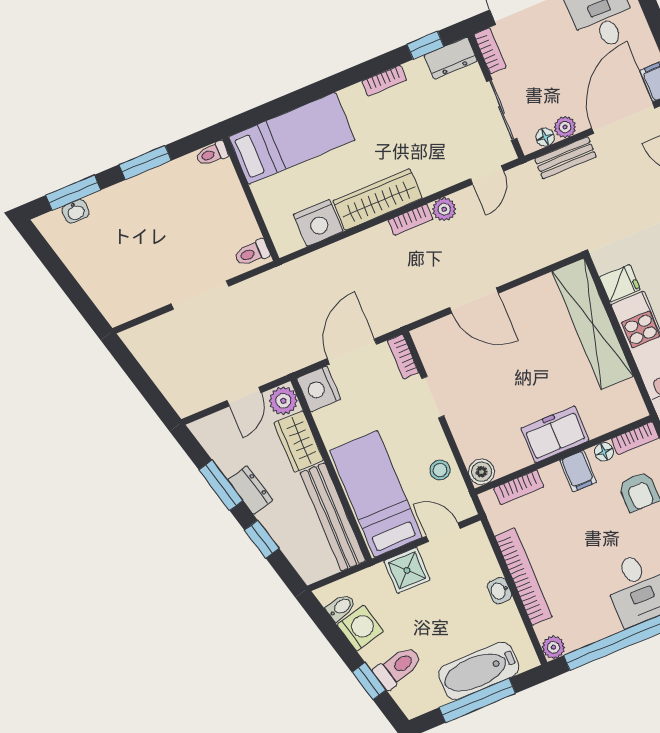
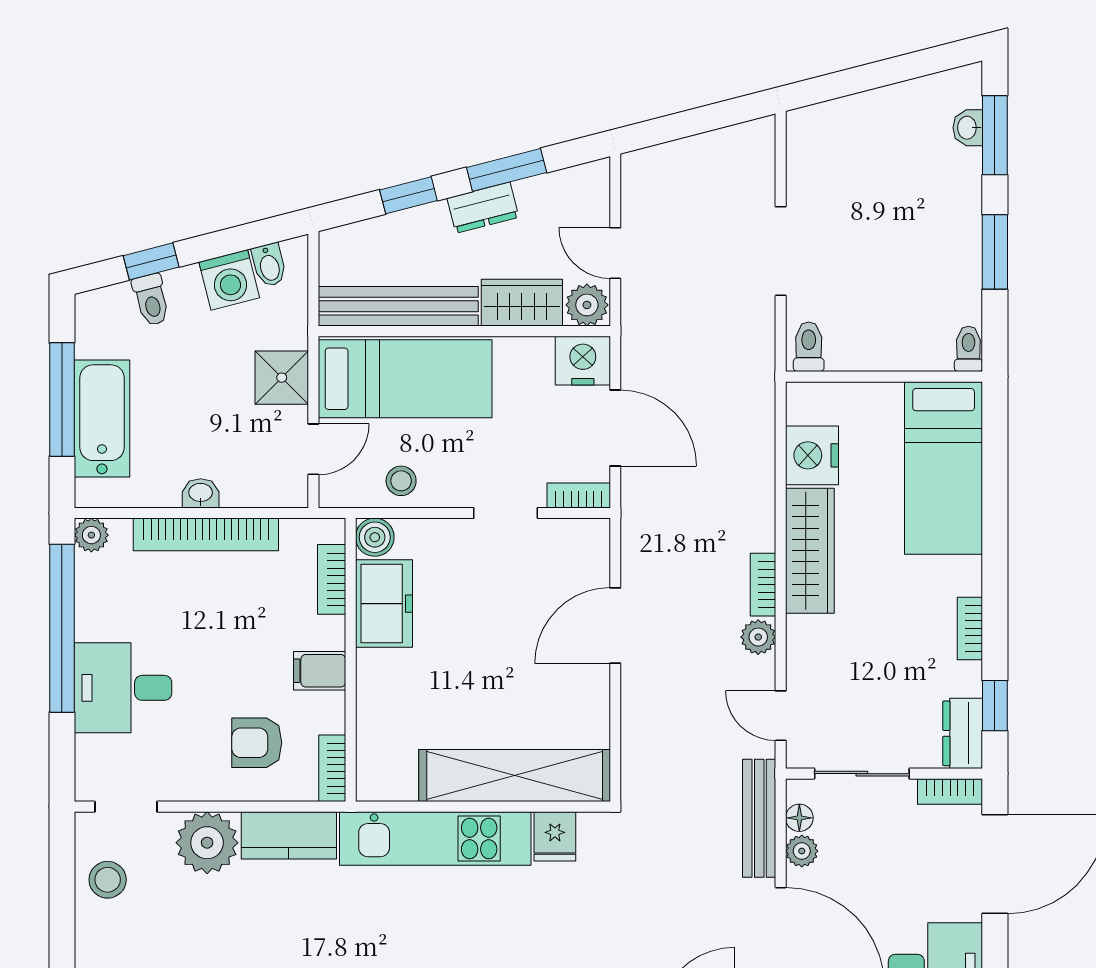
bench: (565, 158) -> (759, 818), width x1.36
freezer: (555, 434) -> (384, 604), moved
floor lamp: (604, 452) -> (332, 717), removed
toilet: (398, 667) -> (151, 300), width x0.73, depth x0.72

